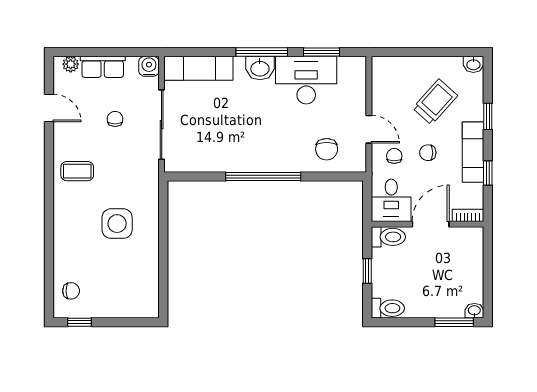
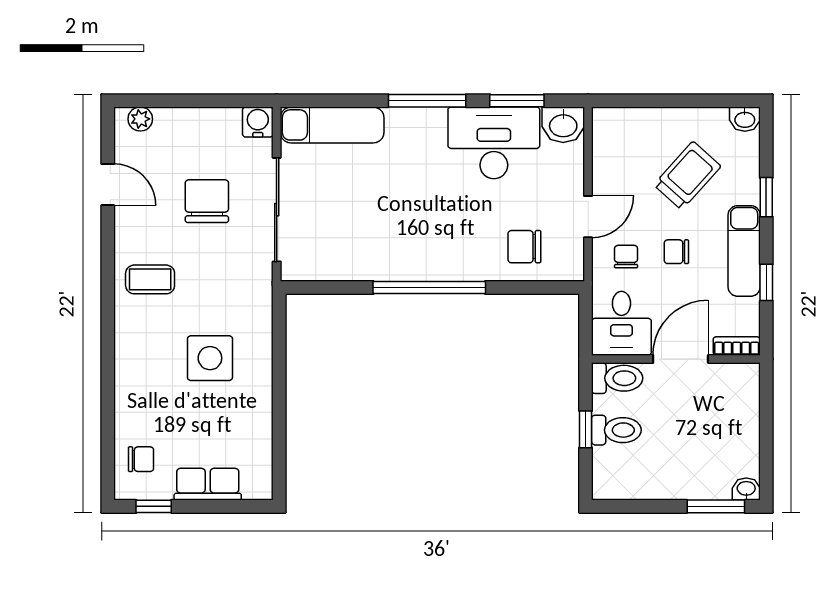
row of seats: (103, 67) -> (208, 484), moved, turned 180
washbasin: (260, 68) -> (563, 125), moved
chair: (115, 119) -> (207, 201), width x1.87, depth x1.87
door: (369, 129) -> (588, 217), hinge flipped
chair: (327, 149) -> (524, 247), turned 90
toilet: (388, 308) -> (616, 430), moved

